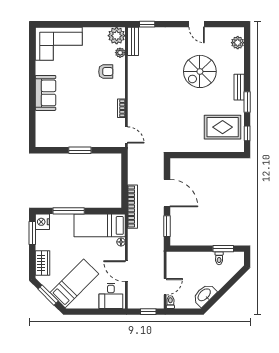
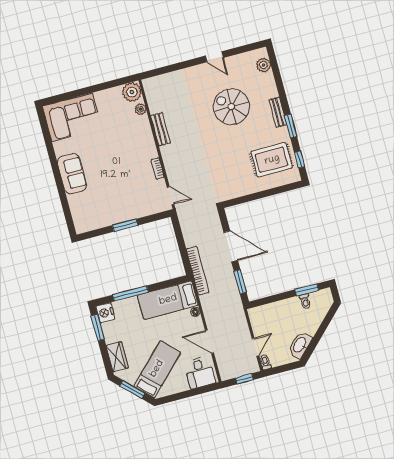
window: (147, 24) -> (161, 71), removed
bench: (133, 41) -> (161, 129), moved
spiral stairs: (200, 71) -> (231, 107), turned 90
armchair: (106, 72) -> (130, 134), removed

